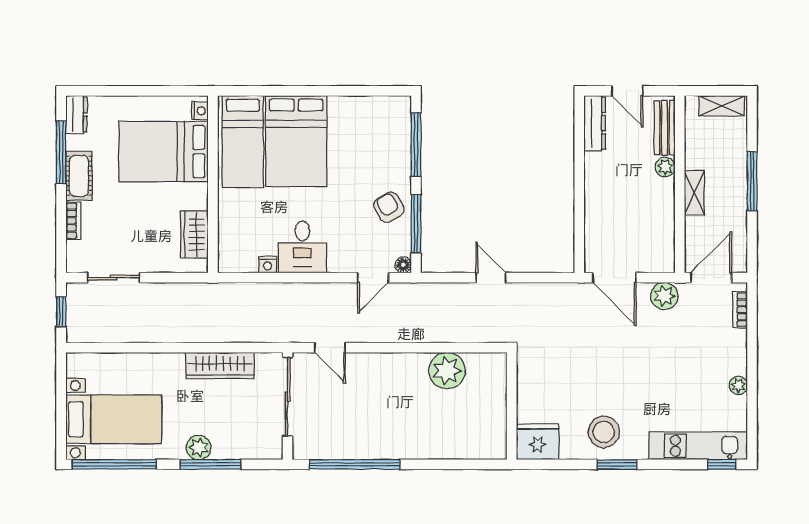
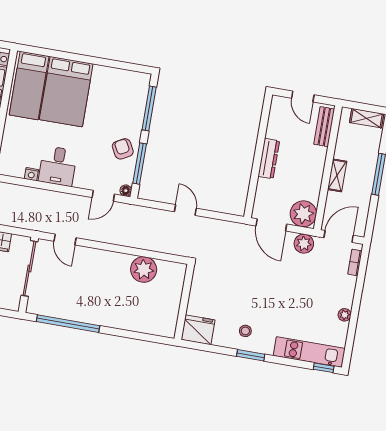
dresser: (595, 123) -> (269, 159), moved
plant: (665, 167) -> (303, 214), moved, width x1.88, depth x1.88
stool: (604, 432) -> (245, 331), width x0.53, depth x0.53

